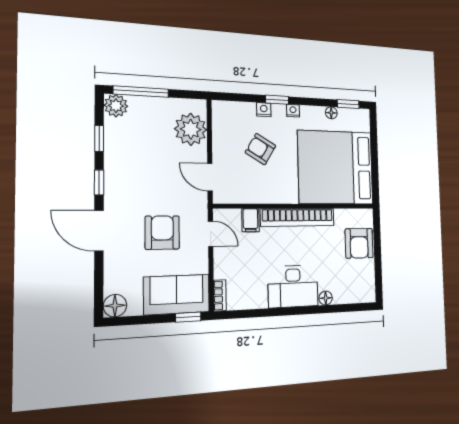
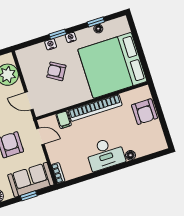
window: (348, 104) -> (96, 22), moved
window: (188, 317) -> (29, 196), moved

